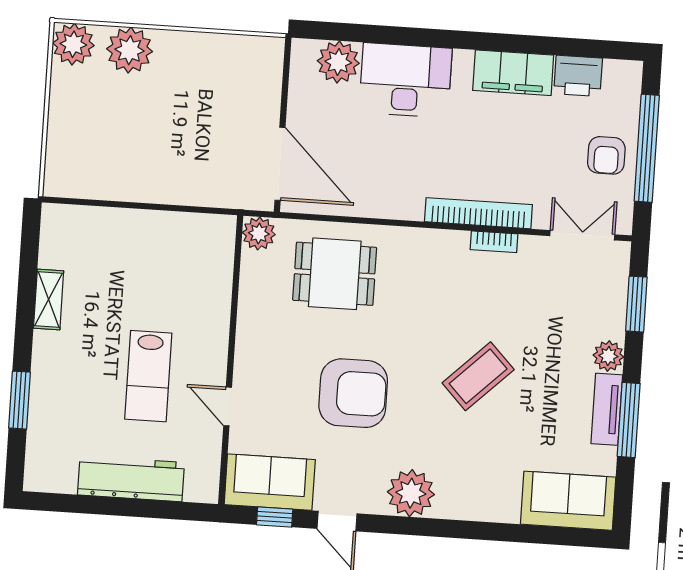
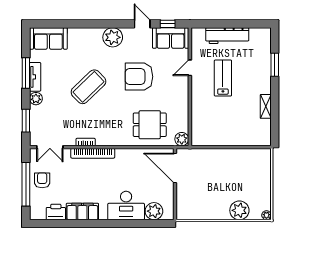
plant: (73, 44) -> (266, 215), width x0.53, depth x0.53
coffee table: (478, 376) -> (88, 87), width x1.36, depth x1.32
door: (228, 406) -> (190, 68), swing flipped

